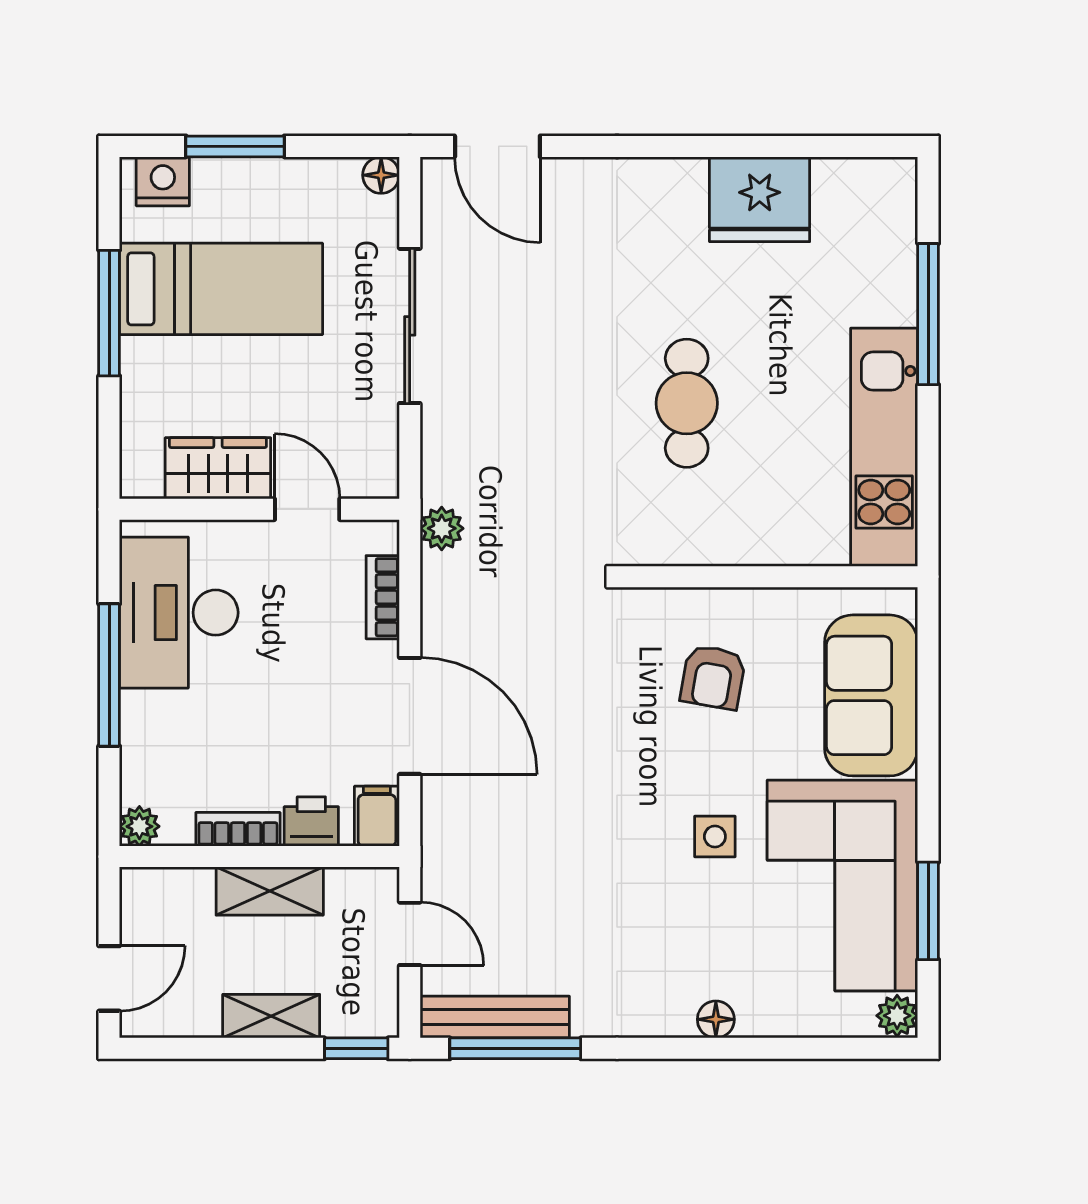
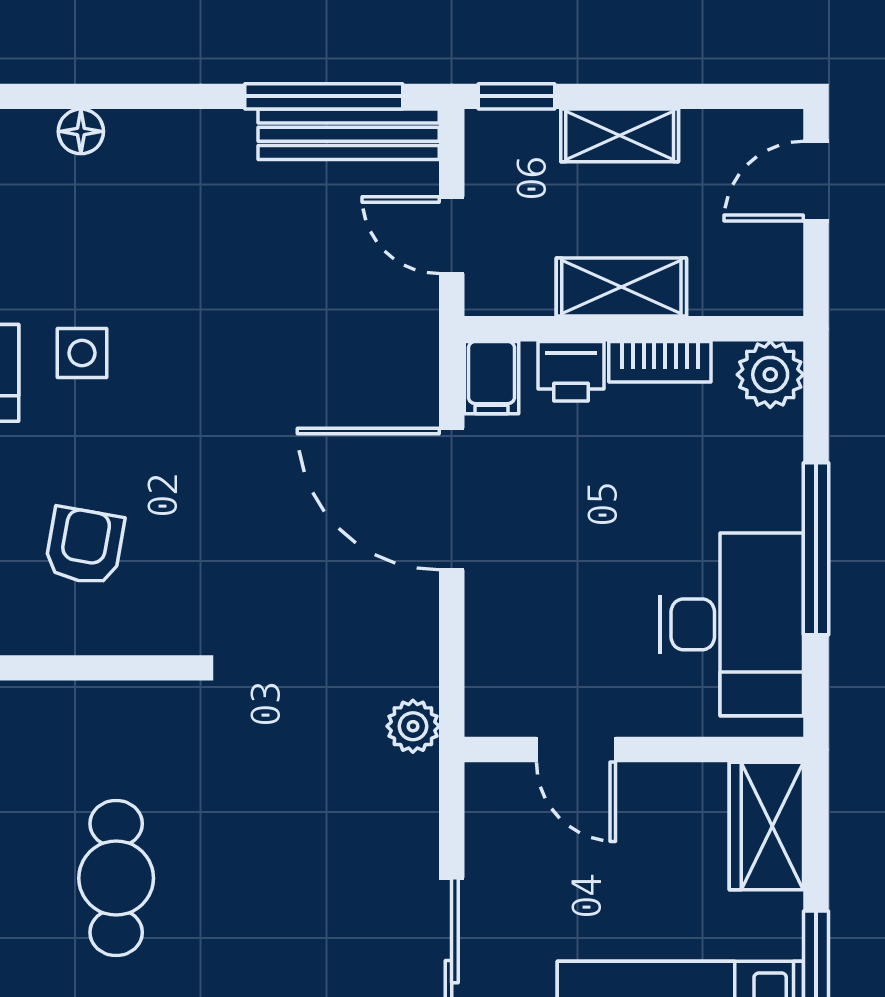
wardrobe: (218, 468) -> (766, 826), moved, turned 90
bookcase: (383, 597) -> (484, 643), removed
plant: (139, 826) -> (770, 375), width x1.38, depth x1.38

